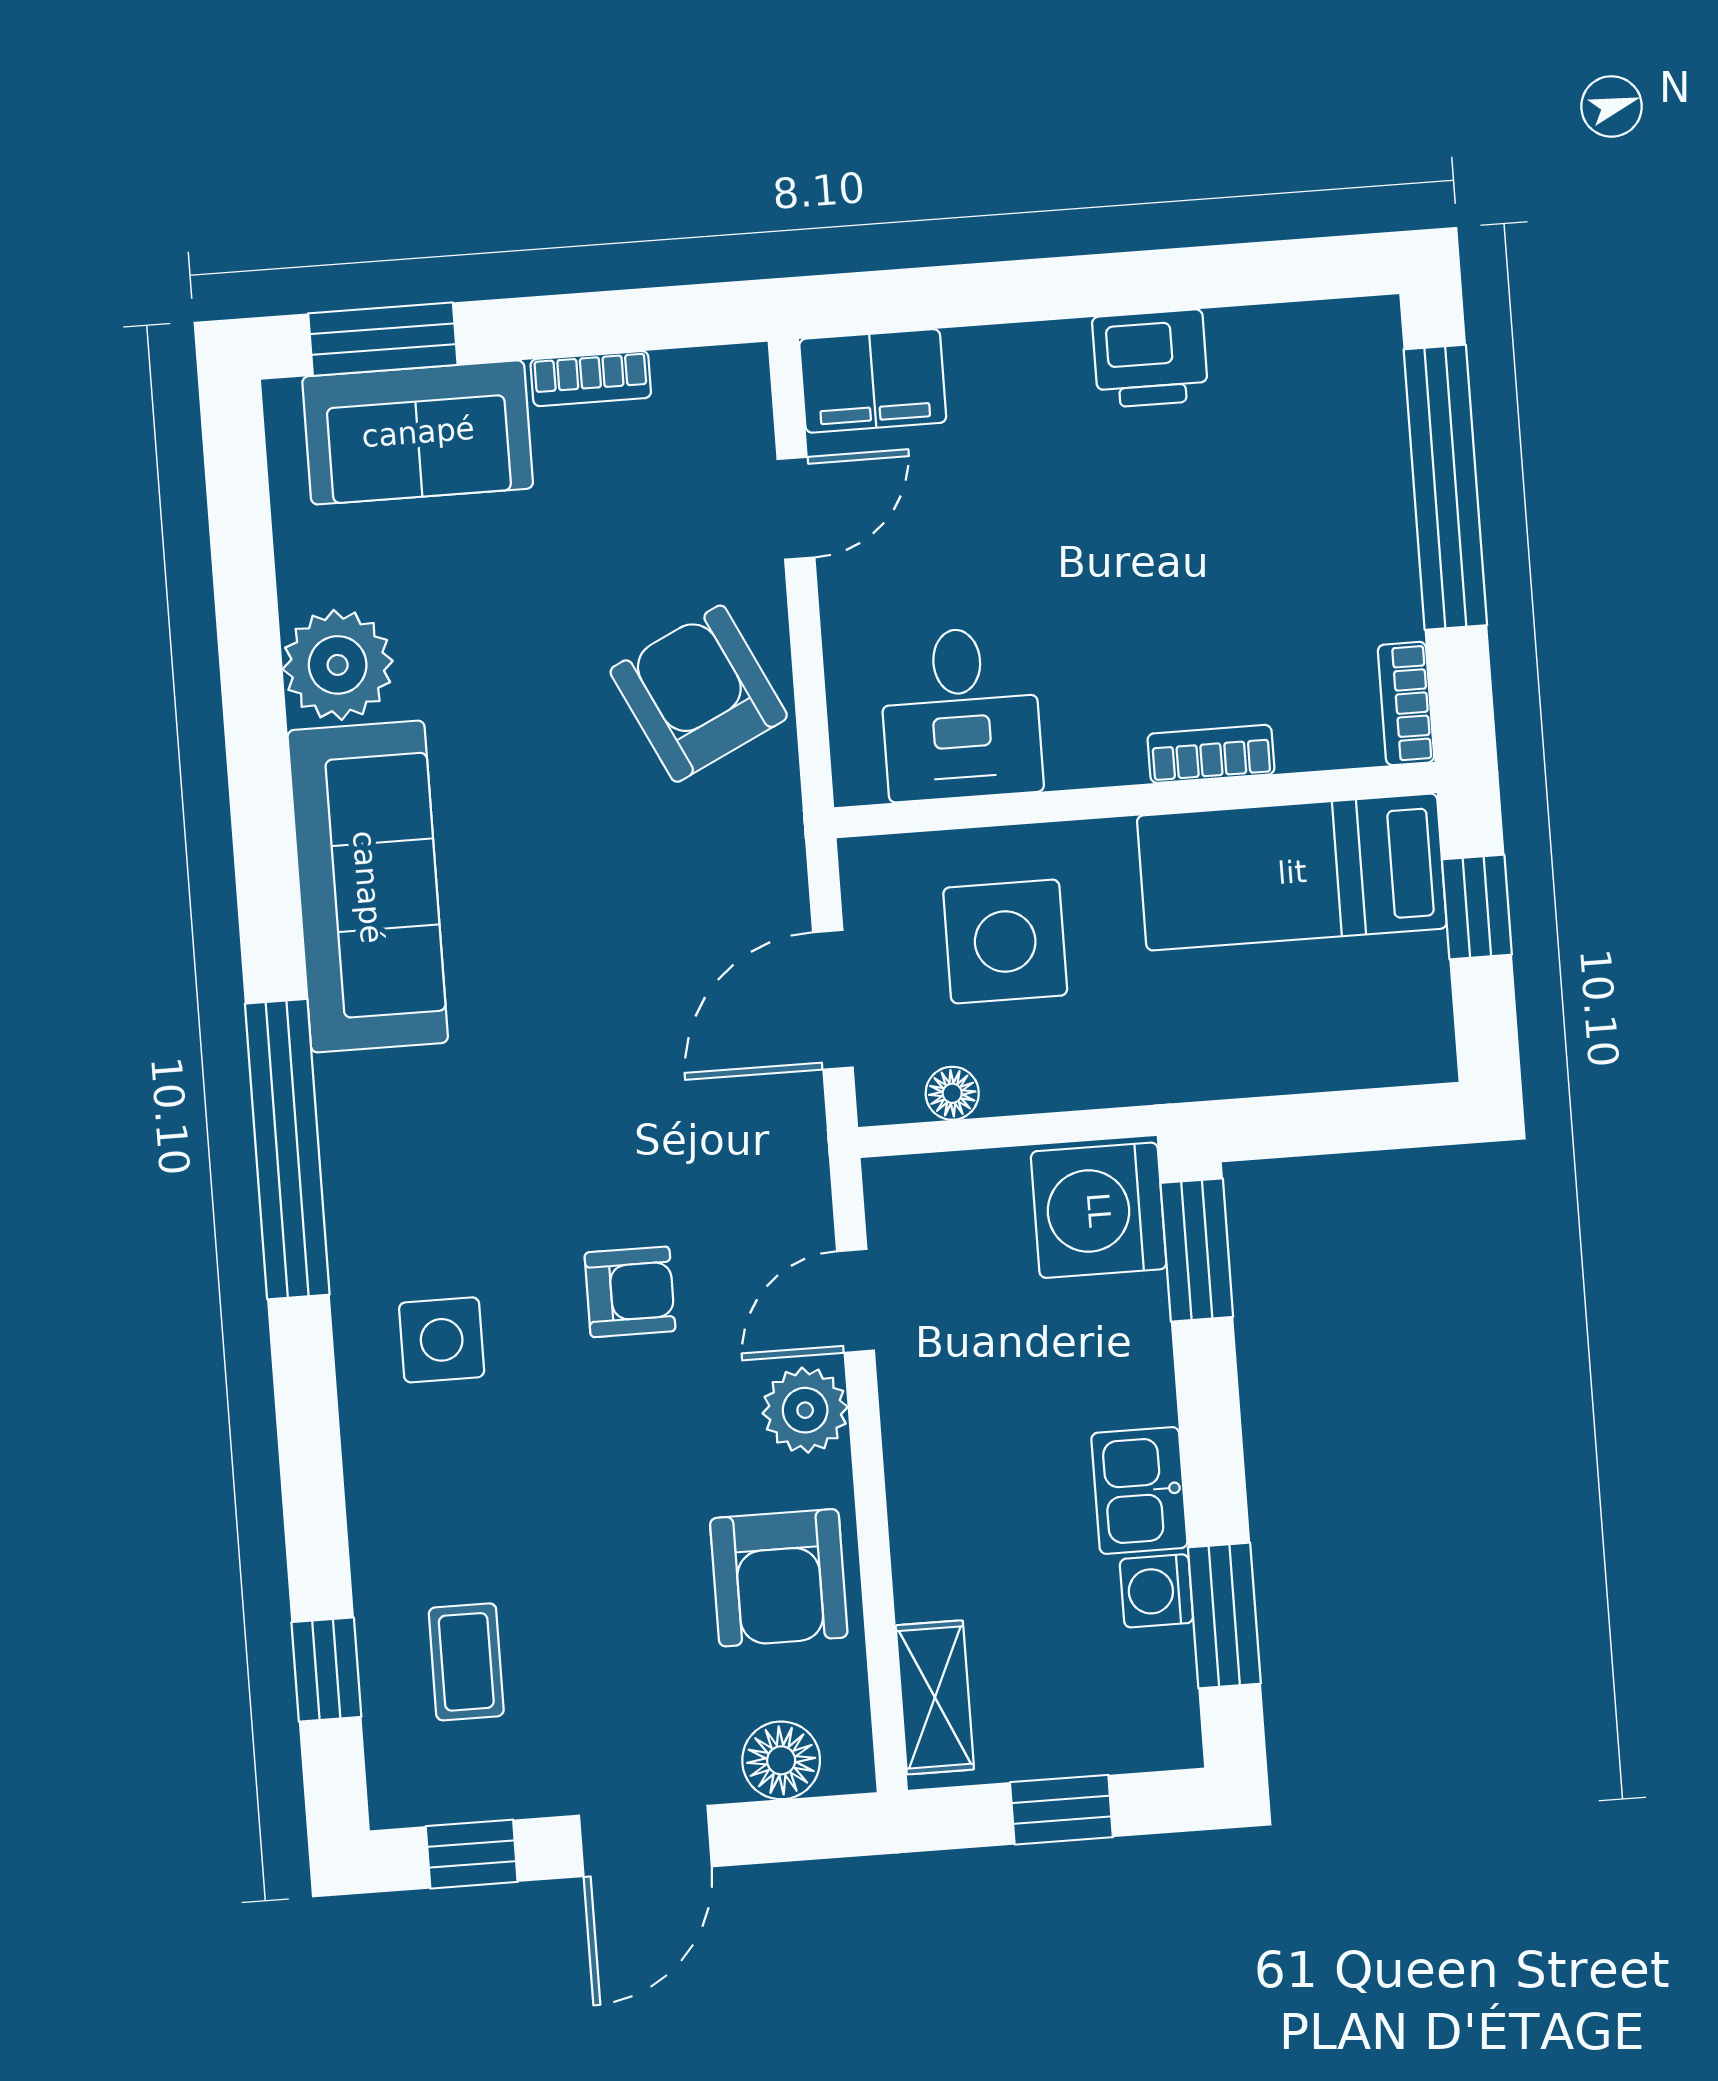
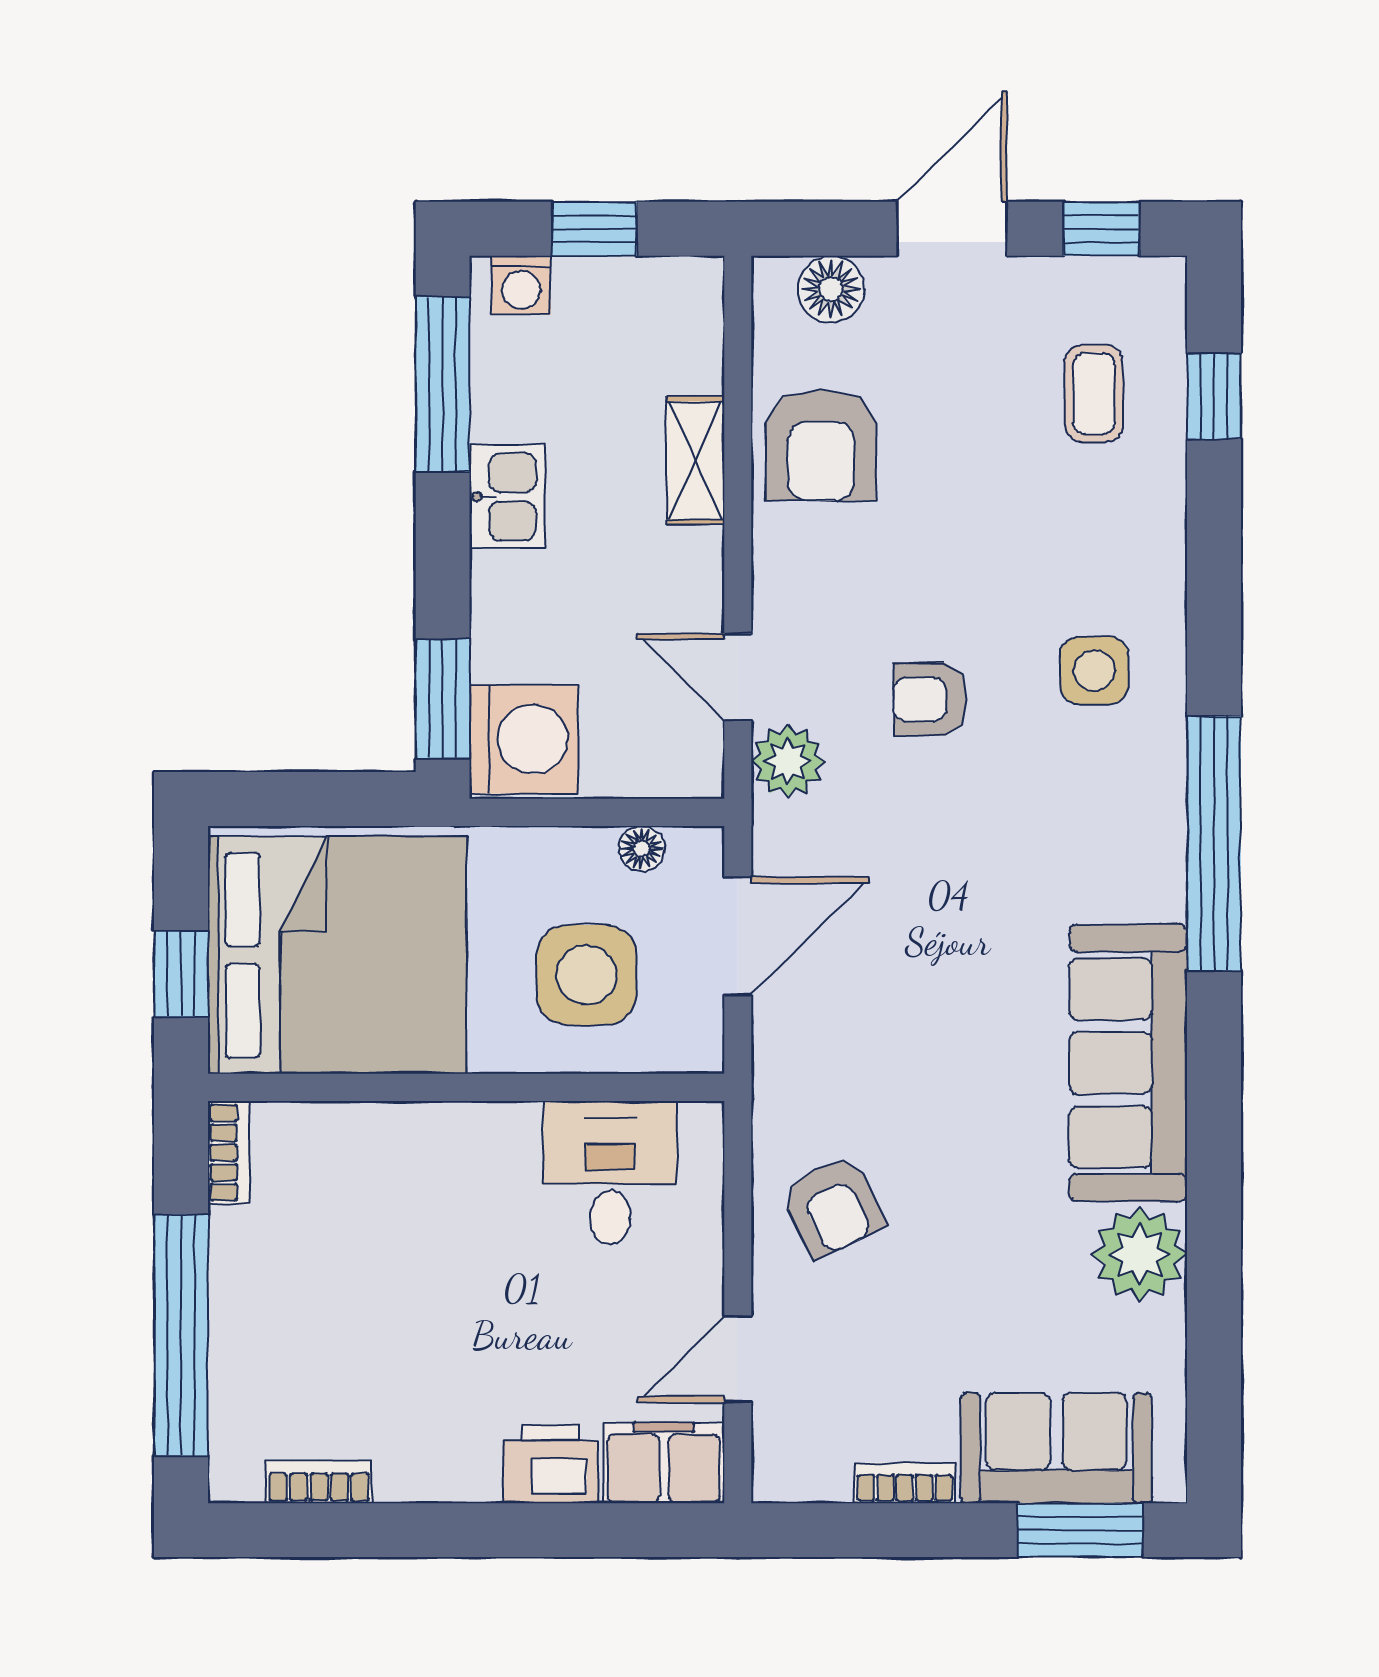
printer: (1150, 359) -> (550, 1464), moved
armchair: (699, 694) -> (833, 1207), width x0.72, depth x0.72
bookcase: (1211, 754) -> (319, 1482), moved, turned 180
bed: (1292, 872) -> (337, 955), width x2.04
door: (855, 1301) -> (738, 677), swing flipped
plant: (805, 1410) -> (788, 761), moved
armchair: (779, 1578) -> (821, 445), turned 180
washing machine: (1156, 1591) -> (521, 285), moved, turned 90
window: (1224, 1615) -> (443, 384), width x1.44
shelving: (935, 1697) -> (695, 460), moved

